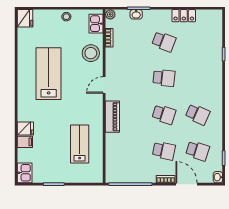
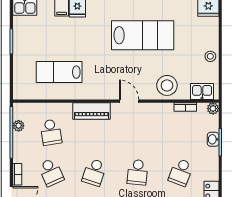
lab bench: (80, 144) -> (59, 72), turned 180
school desk: (130, 151) -> (51, 132), added
school desk: (164, 151) -> (51, 172), turned -36
plant: (125, 178) -> (19, 126), added

